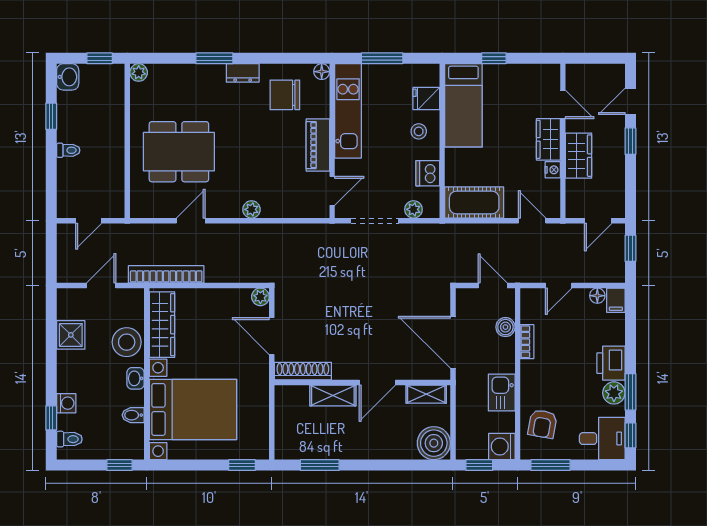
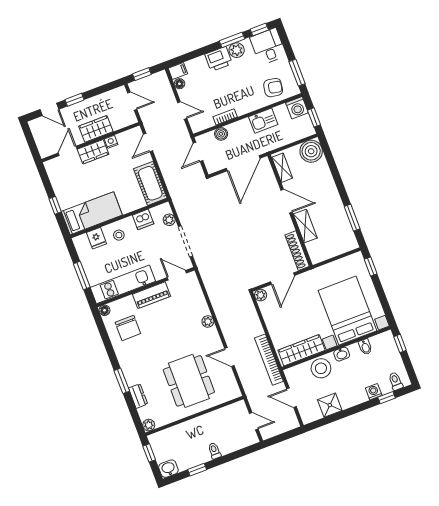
dresser: (243, 73) -> (138, 396), moved

